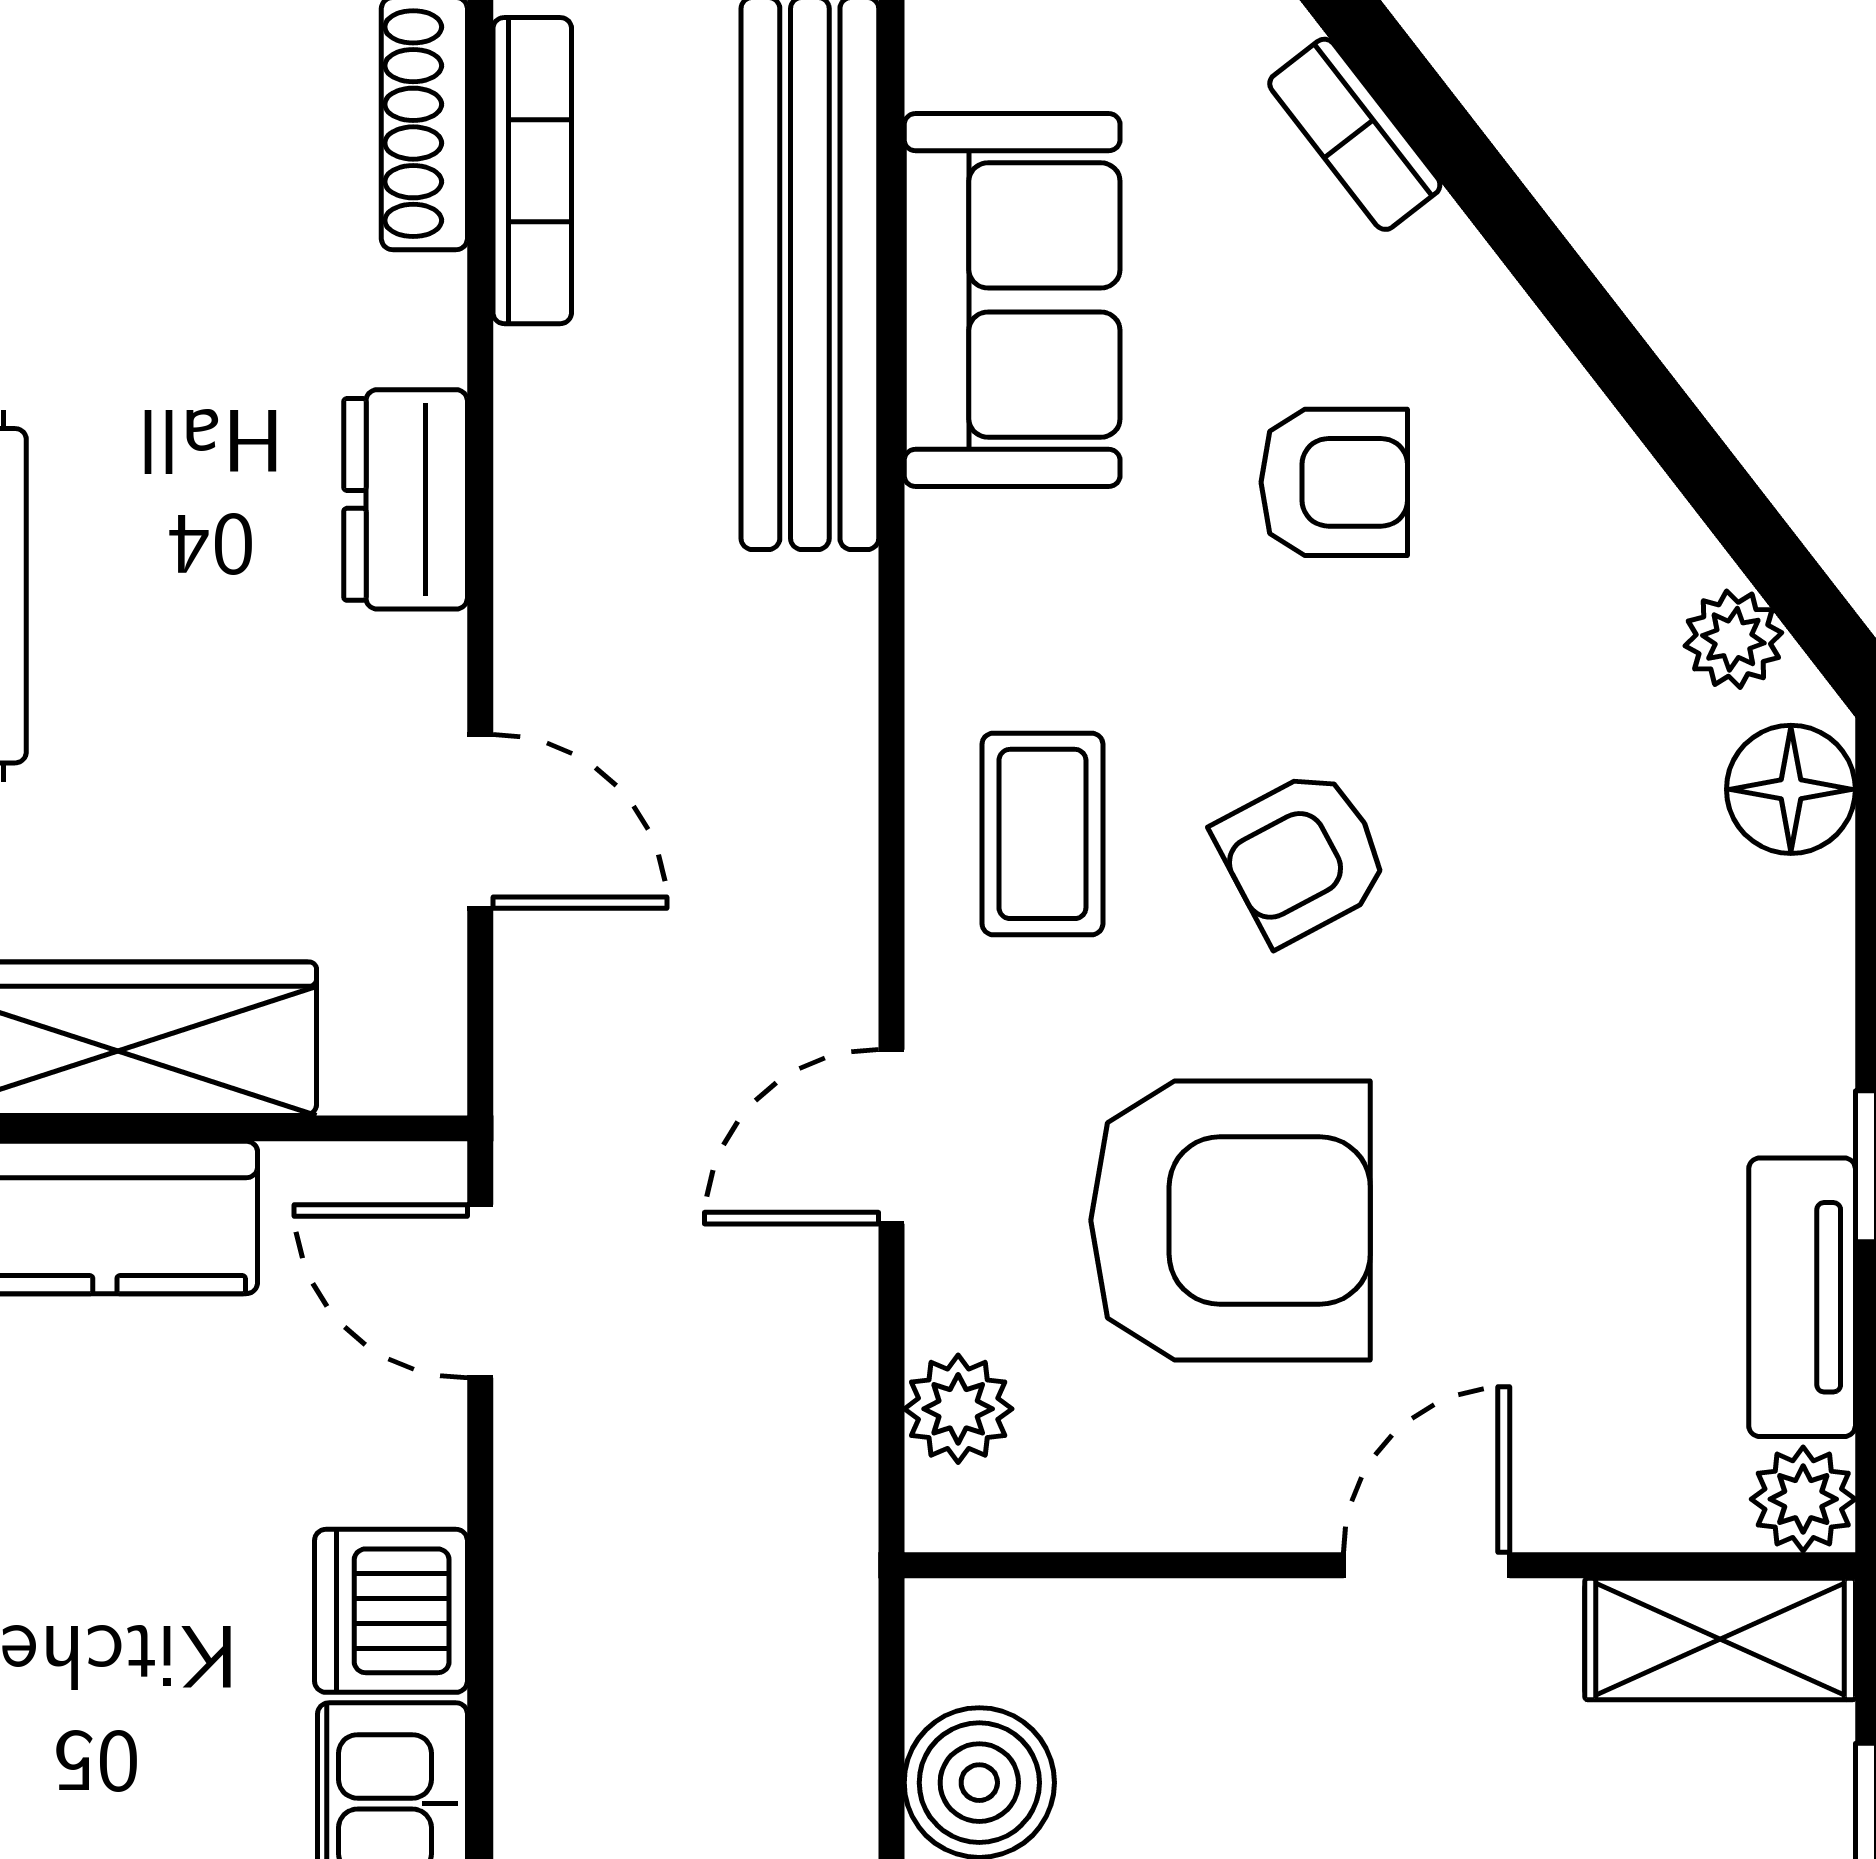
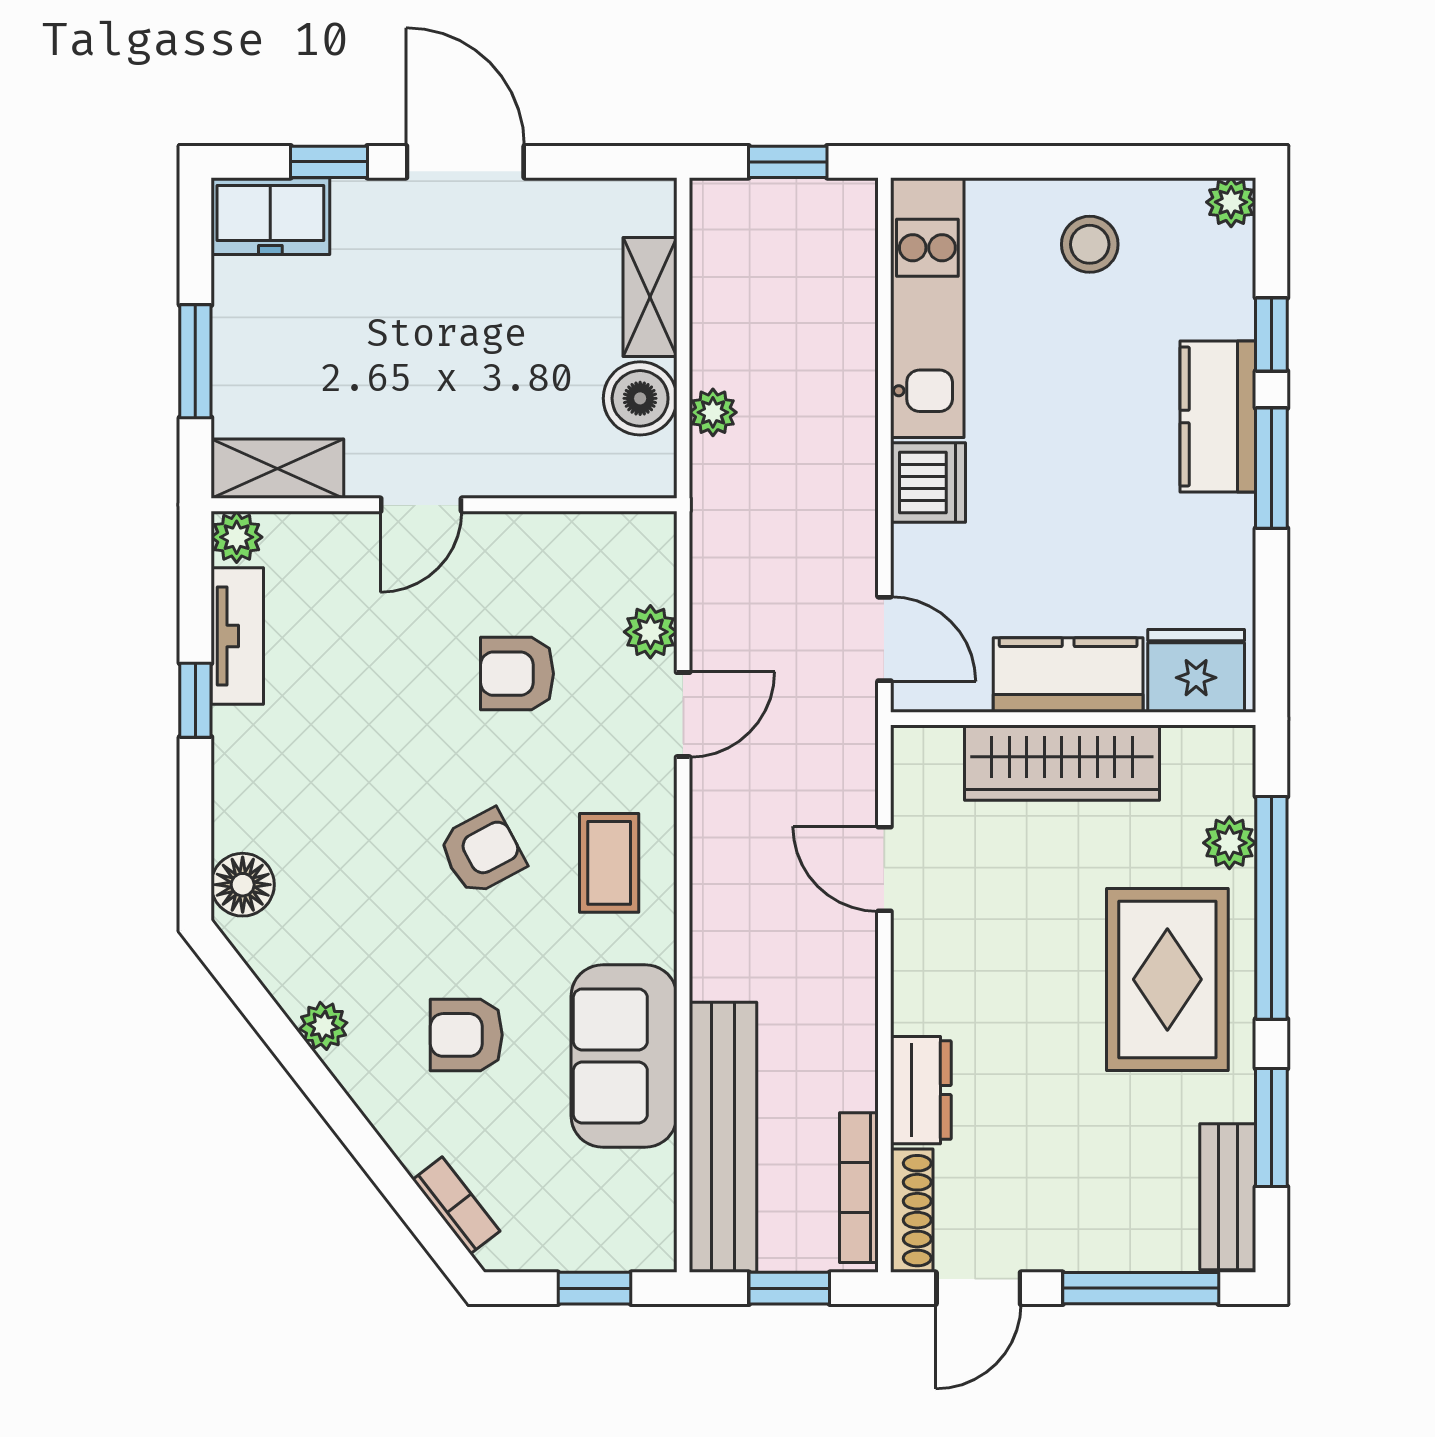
sofa: (1012, 300) -> (624, 1056), moved
dresser: (406, 499) -> (921, 1090), moved
plant: (1733, 639) -> (323, 1026), moved
armchair: (1231, 1220) -> (517, 674), width x0.53, depth x0.53
plant: (958, 1409) -> (650, 632), moved
plant: (831, 1754) -> (713, 412), added

